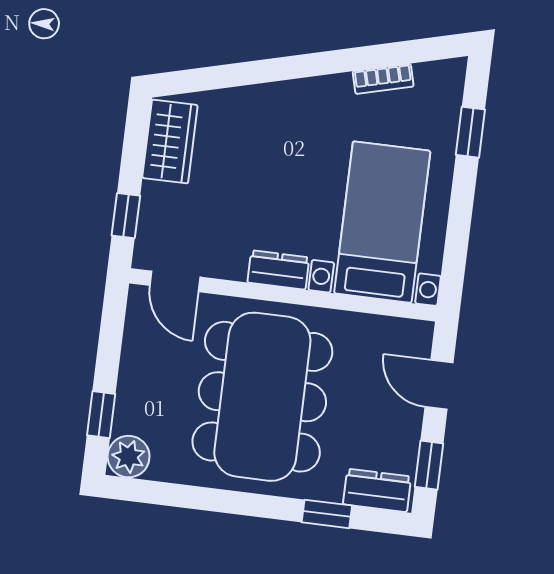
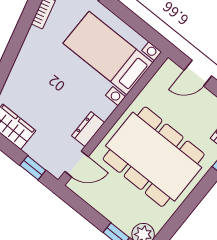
dresser: (278, 270) -> (88, 129), moved

